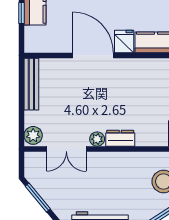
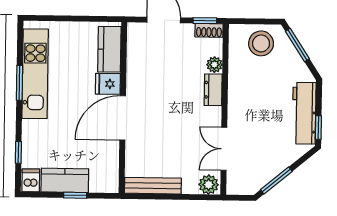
plant: (97, 139) -> (214, 65), moved
double door: (66, 149) -> (224, 149), swing flipped

